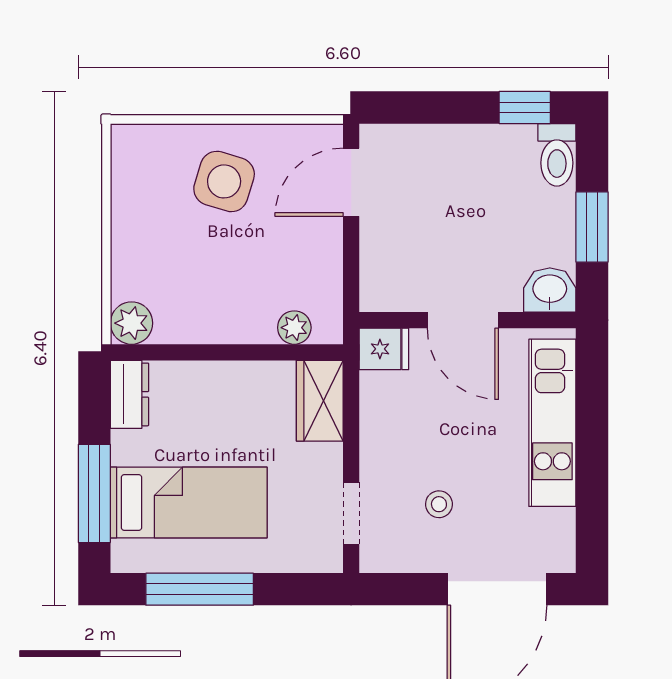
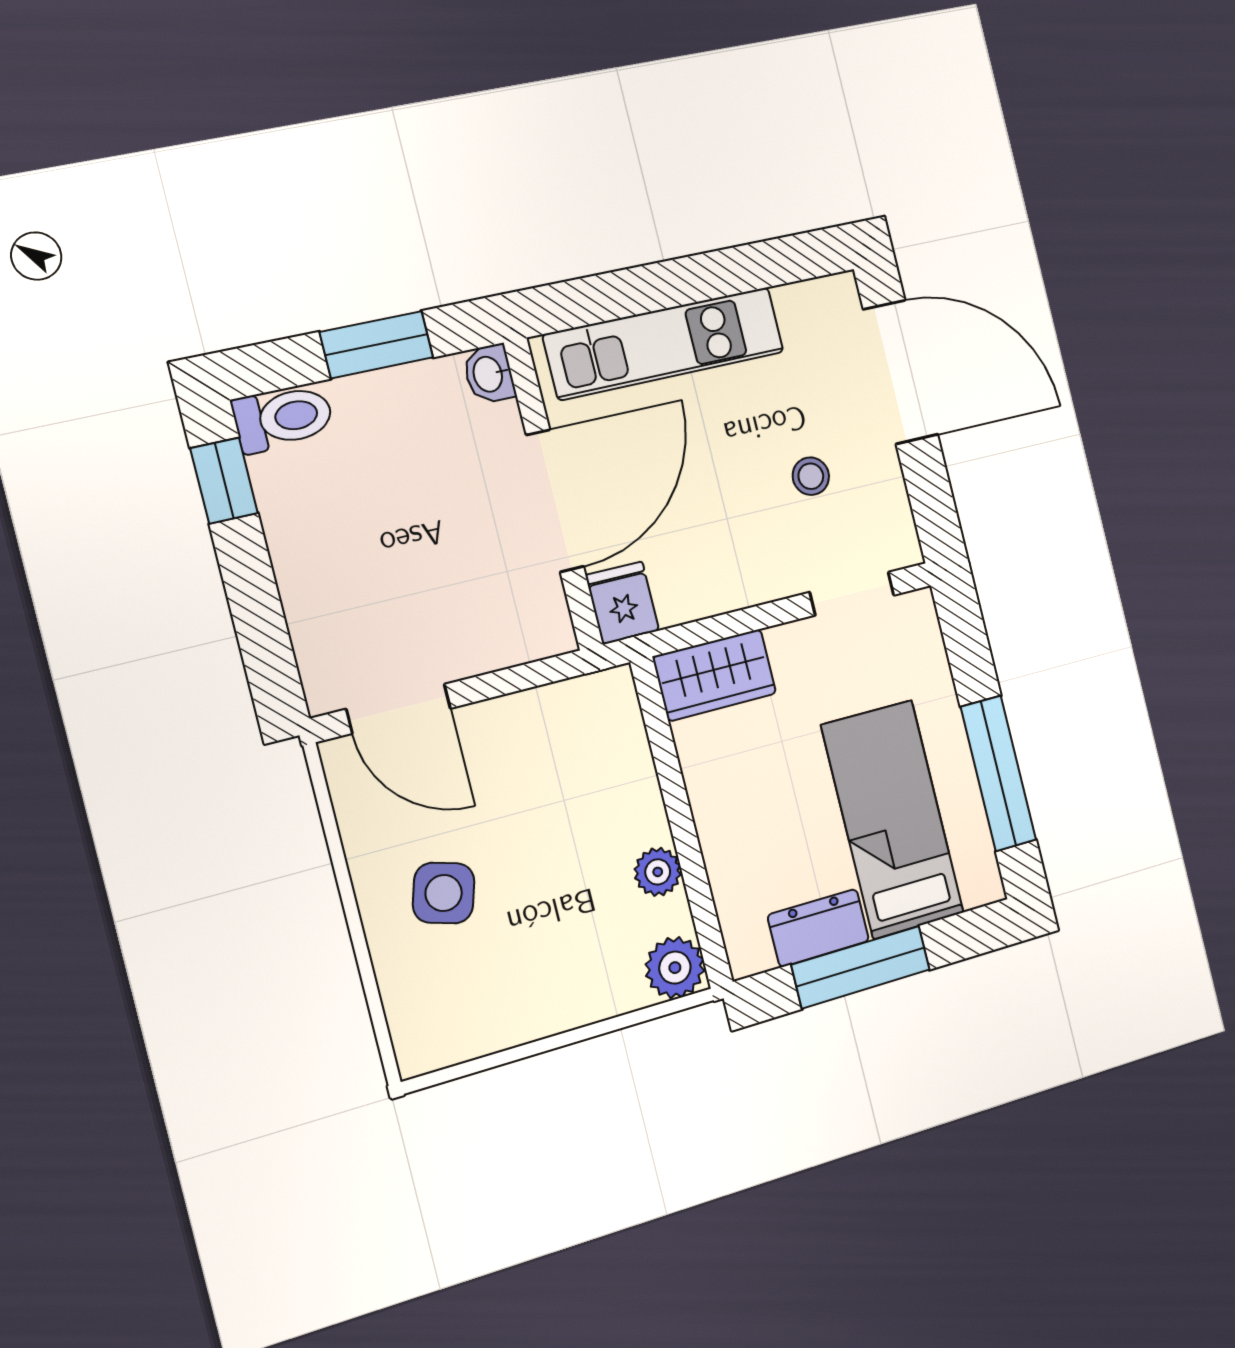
side table: (224, 181) -> (444, 893), width x0.73, depth x0.73
washbasin: (550, 290) -> (489, 374), width x0.72, depth x0.69
door: (463, 320) -> (555, 501), width x1.36
plant: (294, 328) -> (658, 872), moved
dresser: (130, 394) -> (818, 928), moved
window: (94, 493) -> (861, 967), moved

